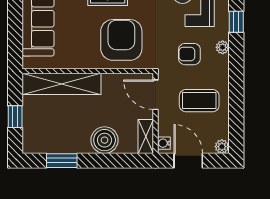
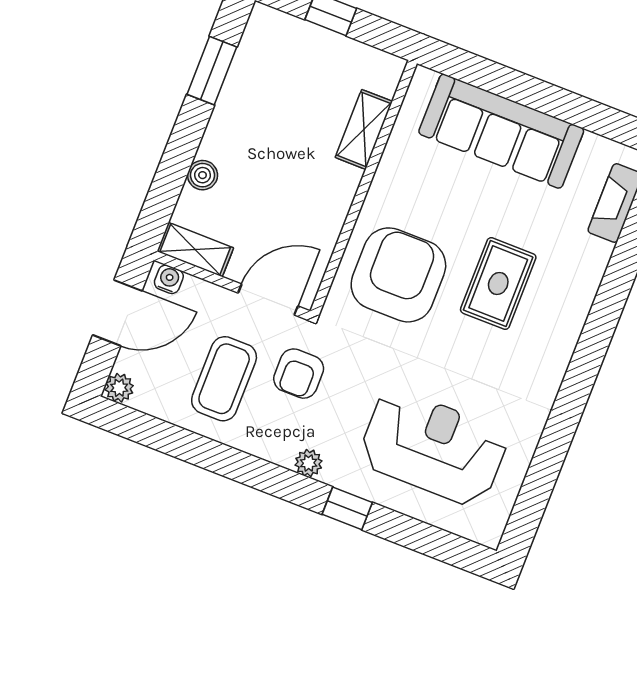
armchair: (121, 40) -> (398, 275), turned -90
armchair: (189, 54) -> (299, 374), moved, turned 180
shelving: (62, 84) -> (364, 129), width x0.45, depth x0.75
boiler: (105, 140) -> (203, 175), width x0.54, depth x0.54

